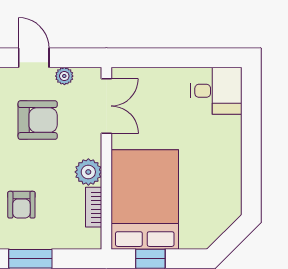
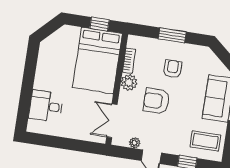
desk: (216, 91) -> (46, 106), moved
armchair: (38, 120) -> (156, 101), moved

